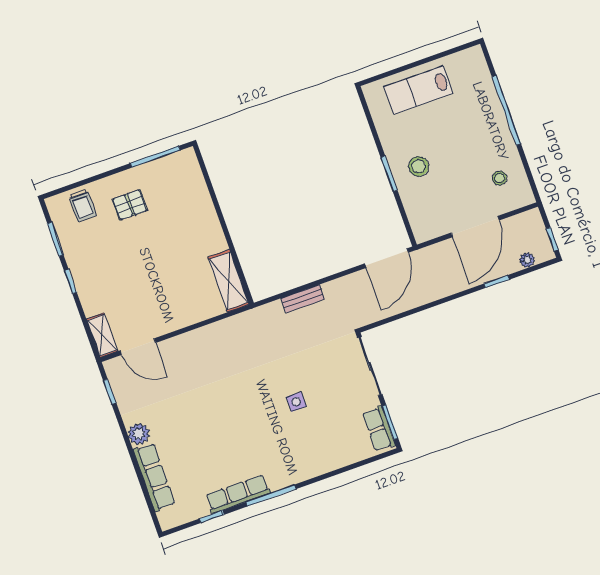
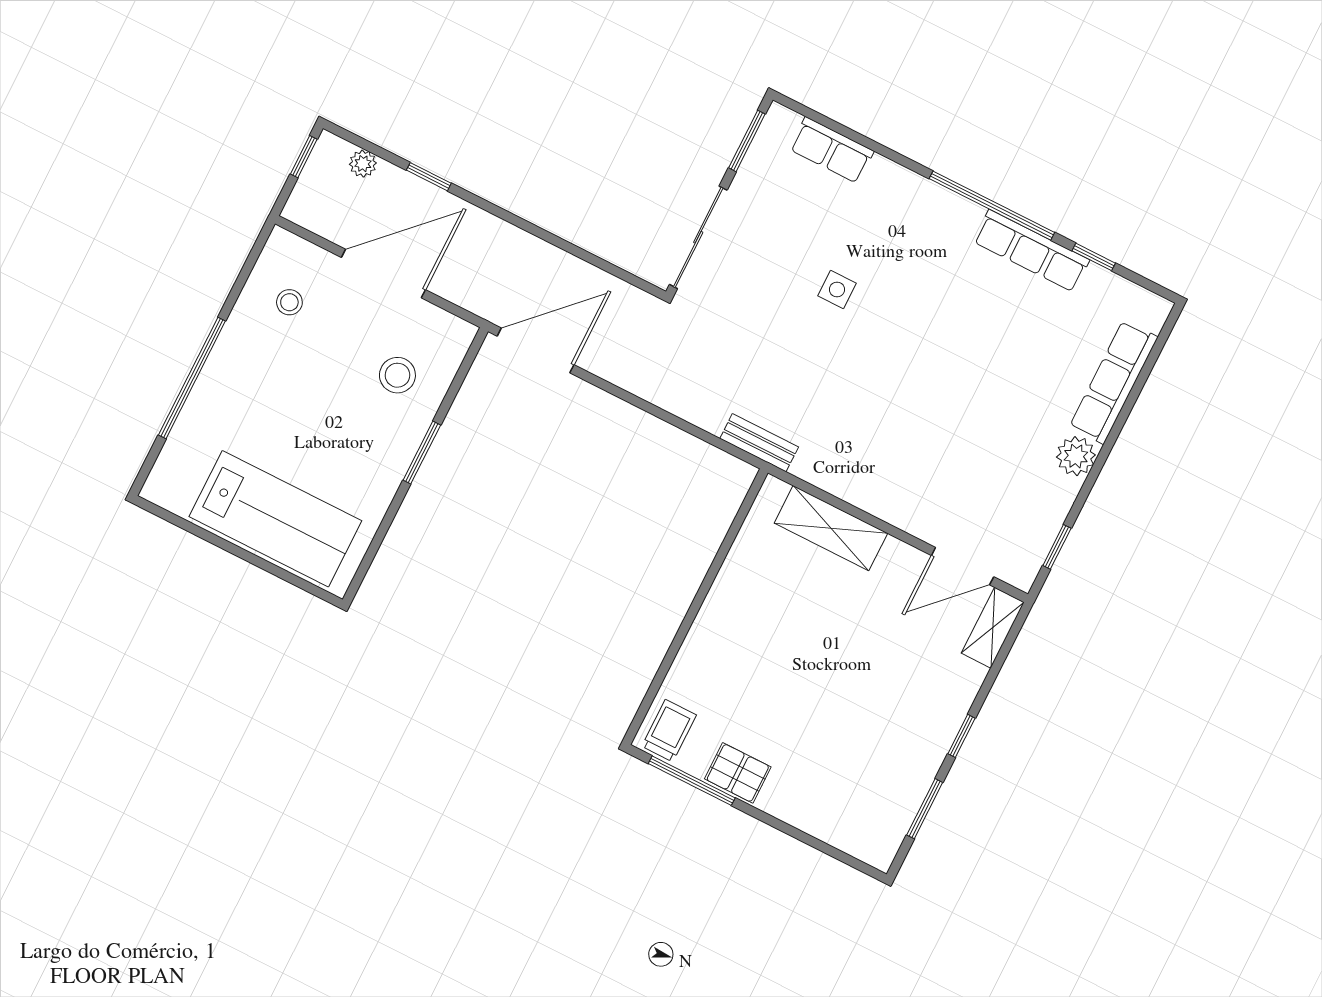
lab bench: (418, 90) -> (275, 519), width x1.36, depth x1.39
stool: (419, 166) -> (397, 375), moved
trolley: (82, 205) -> (669, 731), moved
pallet: (130, 205) -> (738, 773), moved
shelving: (229, 281) -> (831, 528), moved, turned 90
bench: (303, 299) -> (759, 443), moved
door: (138, 347) -> (963, 566), swing flipped
row of seats: (379, 429) -> (832, 150), moved, turned 90
window: (271, 496) -> (992, 206), width x1.46

